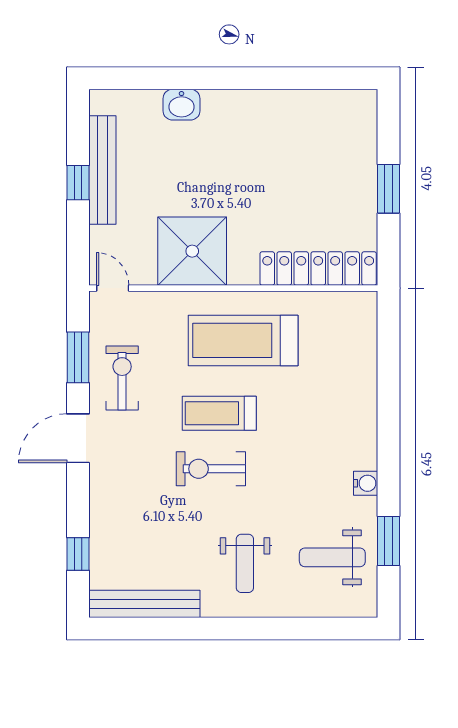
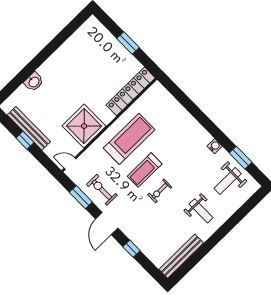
treadmill: (243, 340) -> (129, 139), turned 180
exercise bike: (211, 469) -> (160, 191), width x0.73, depth x0.72
window: (78, 554) -> (131, 249), moved

